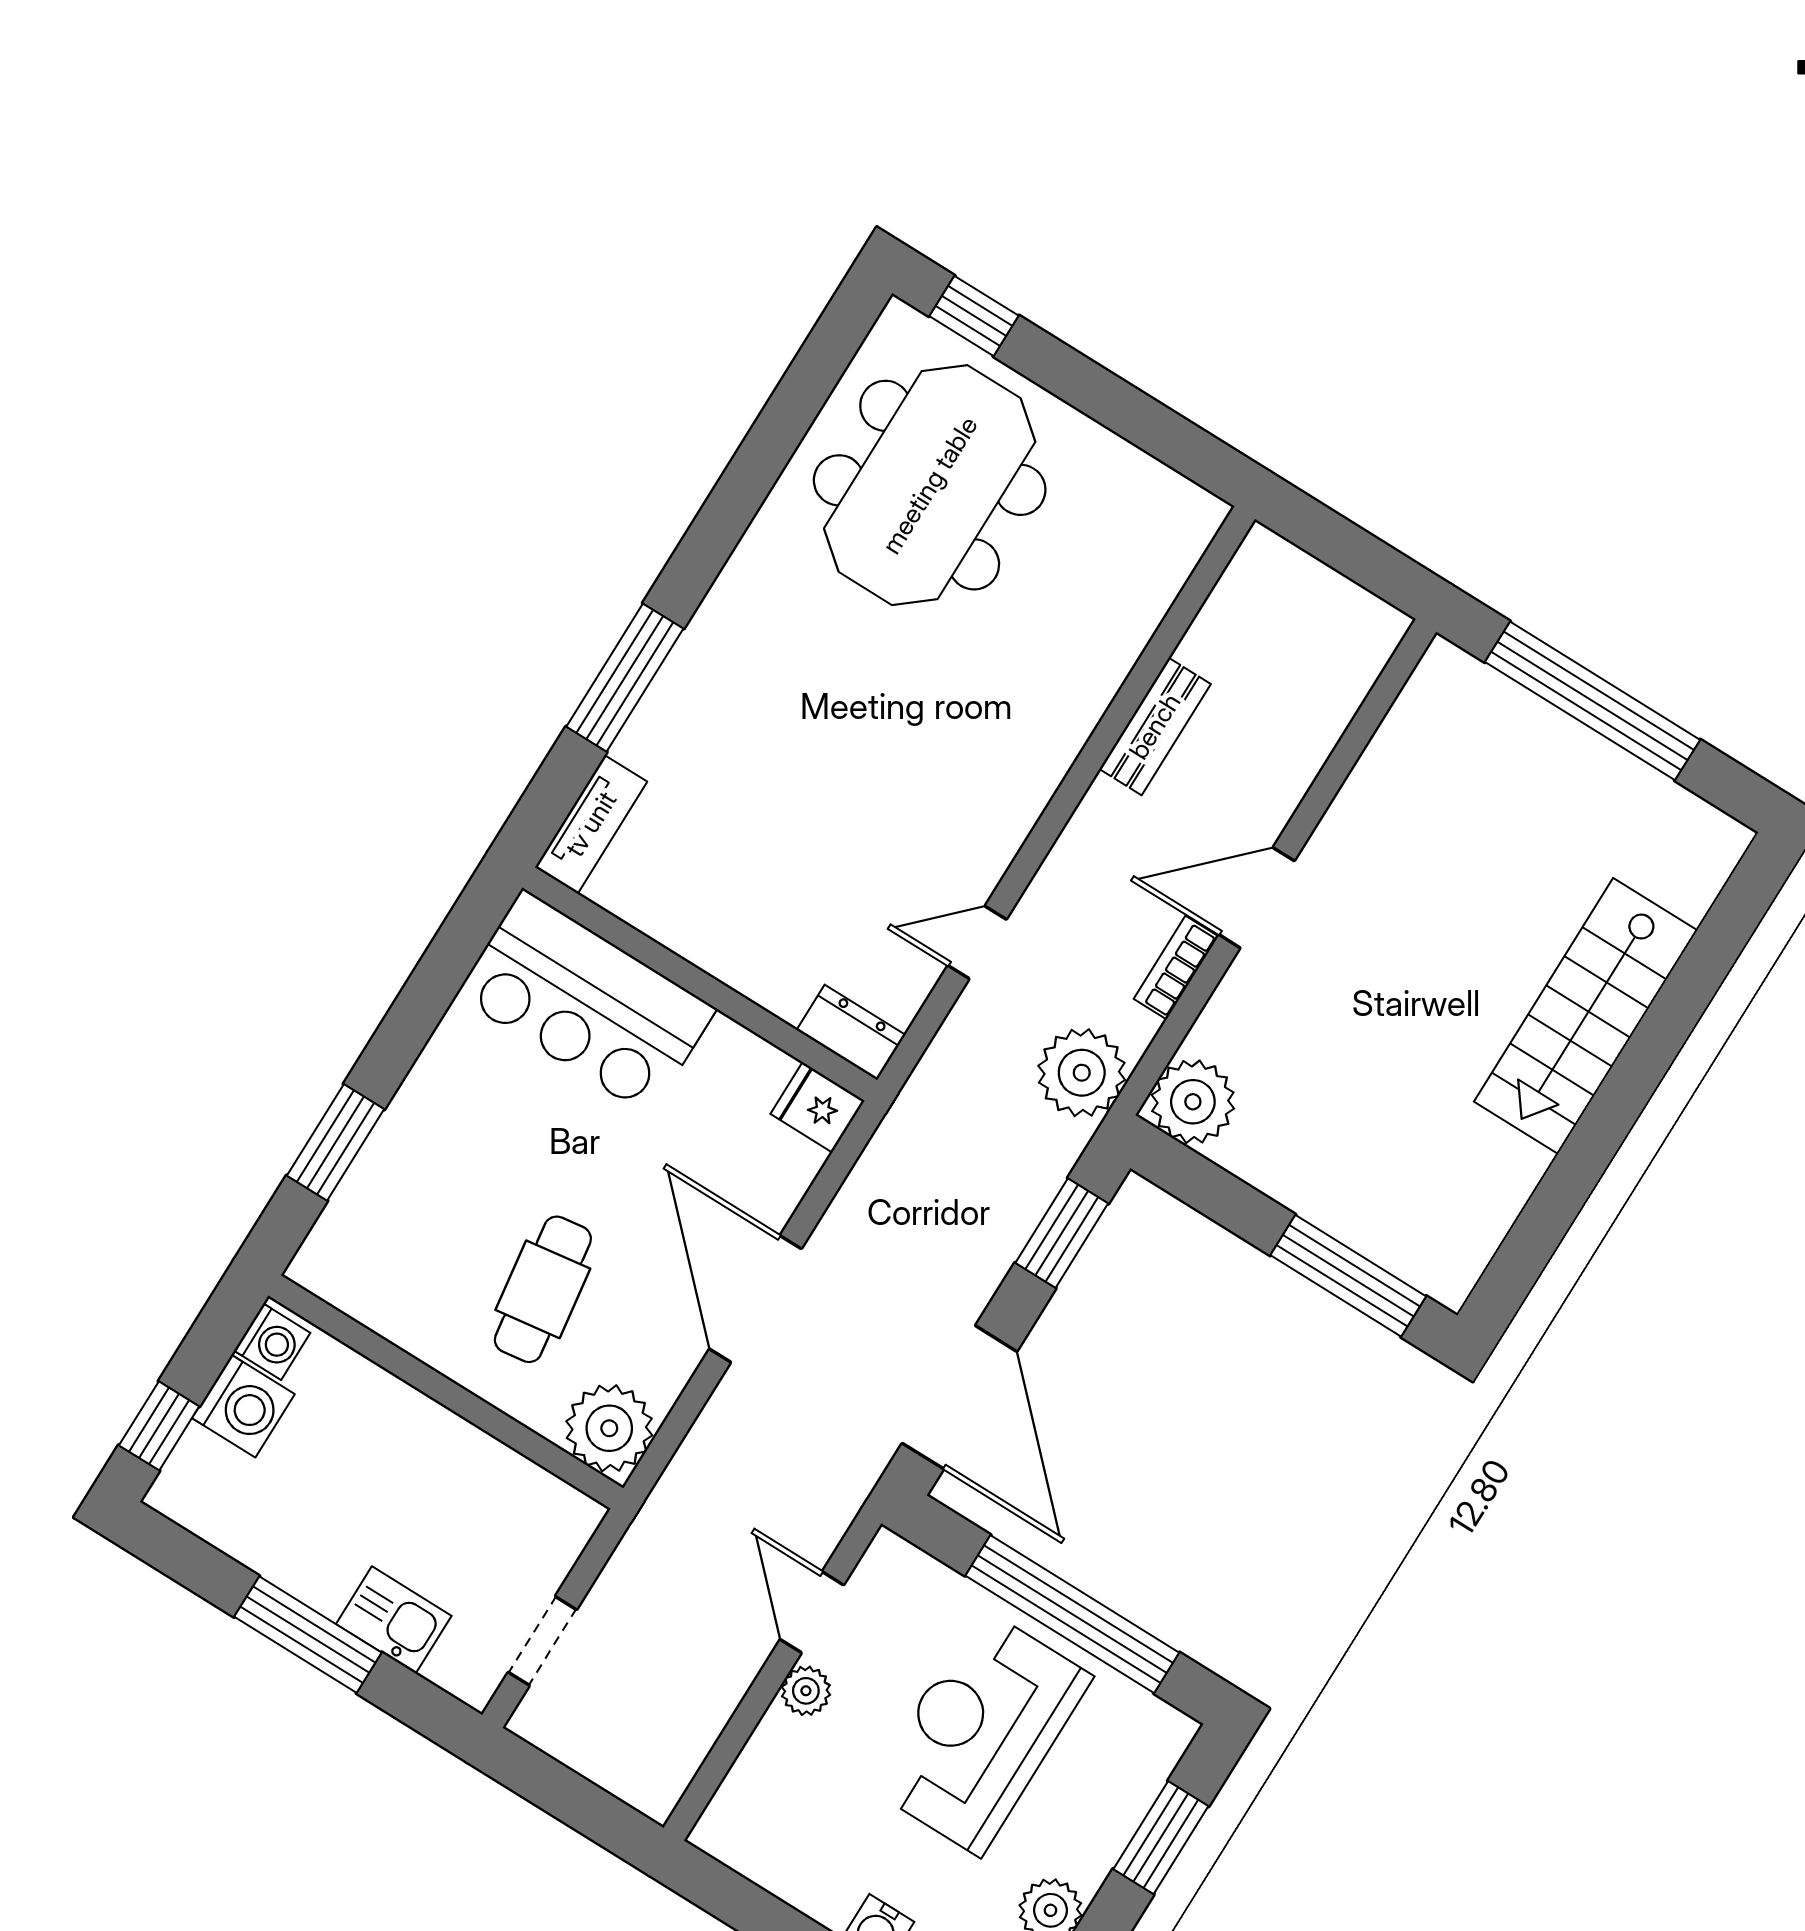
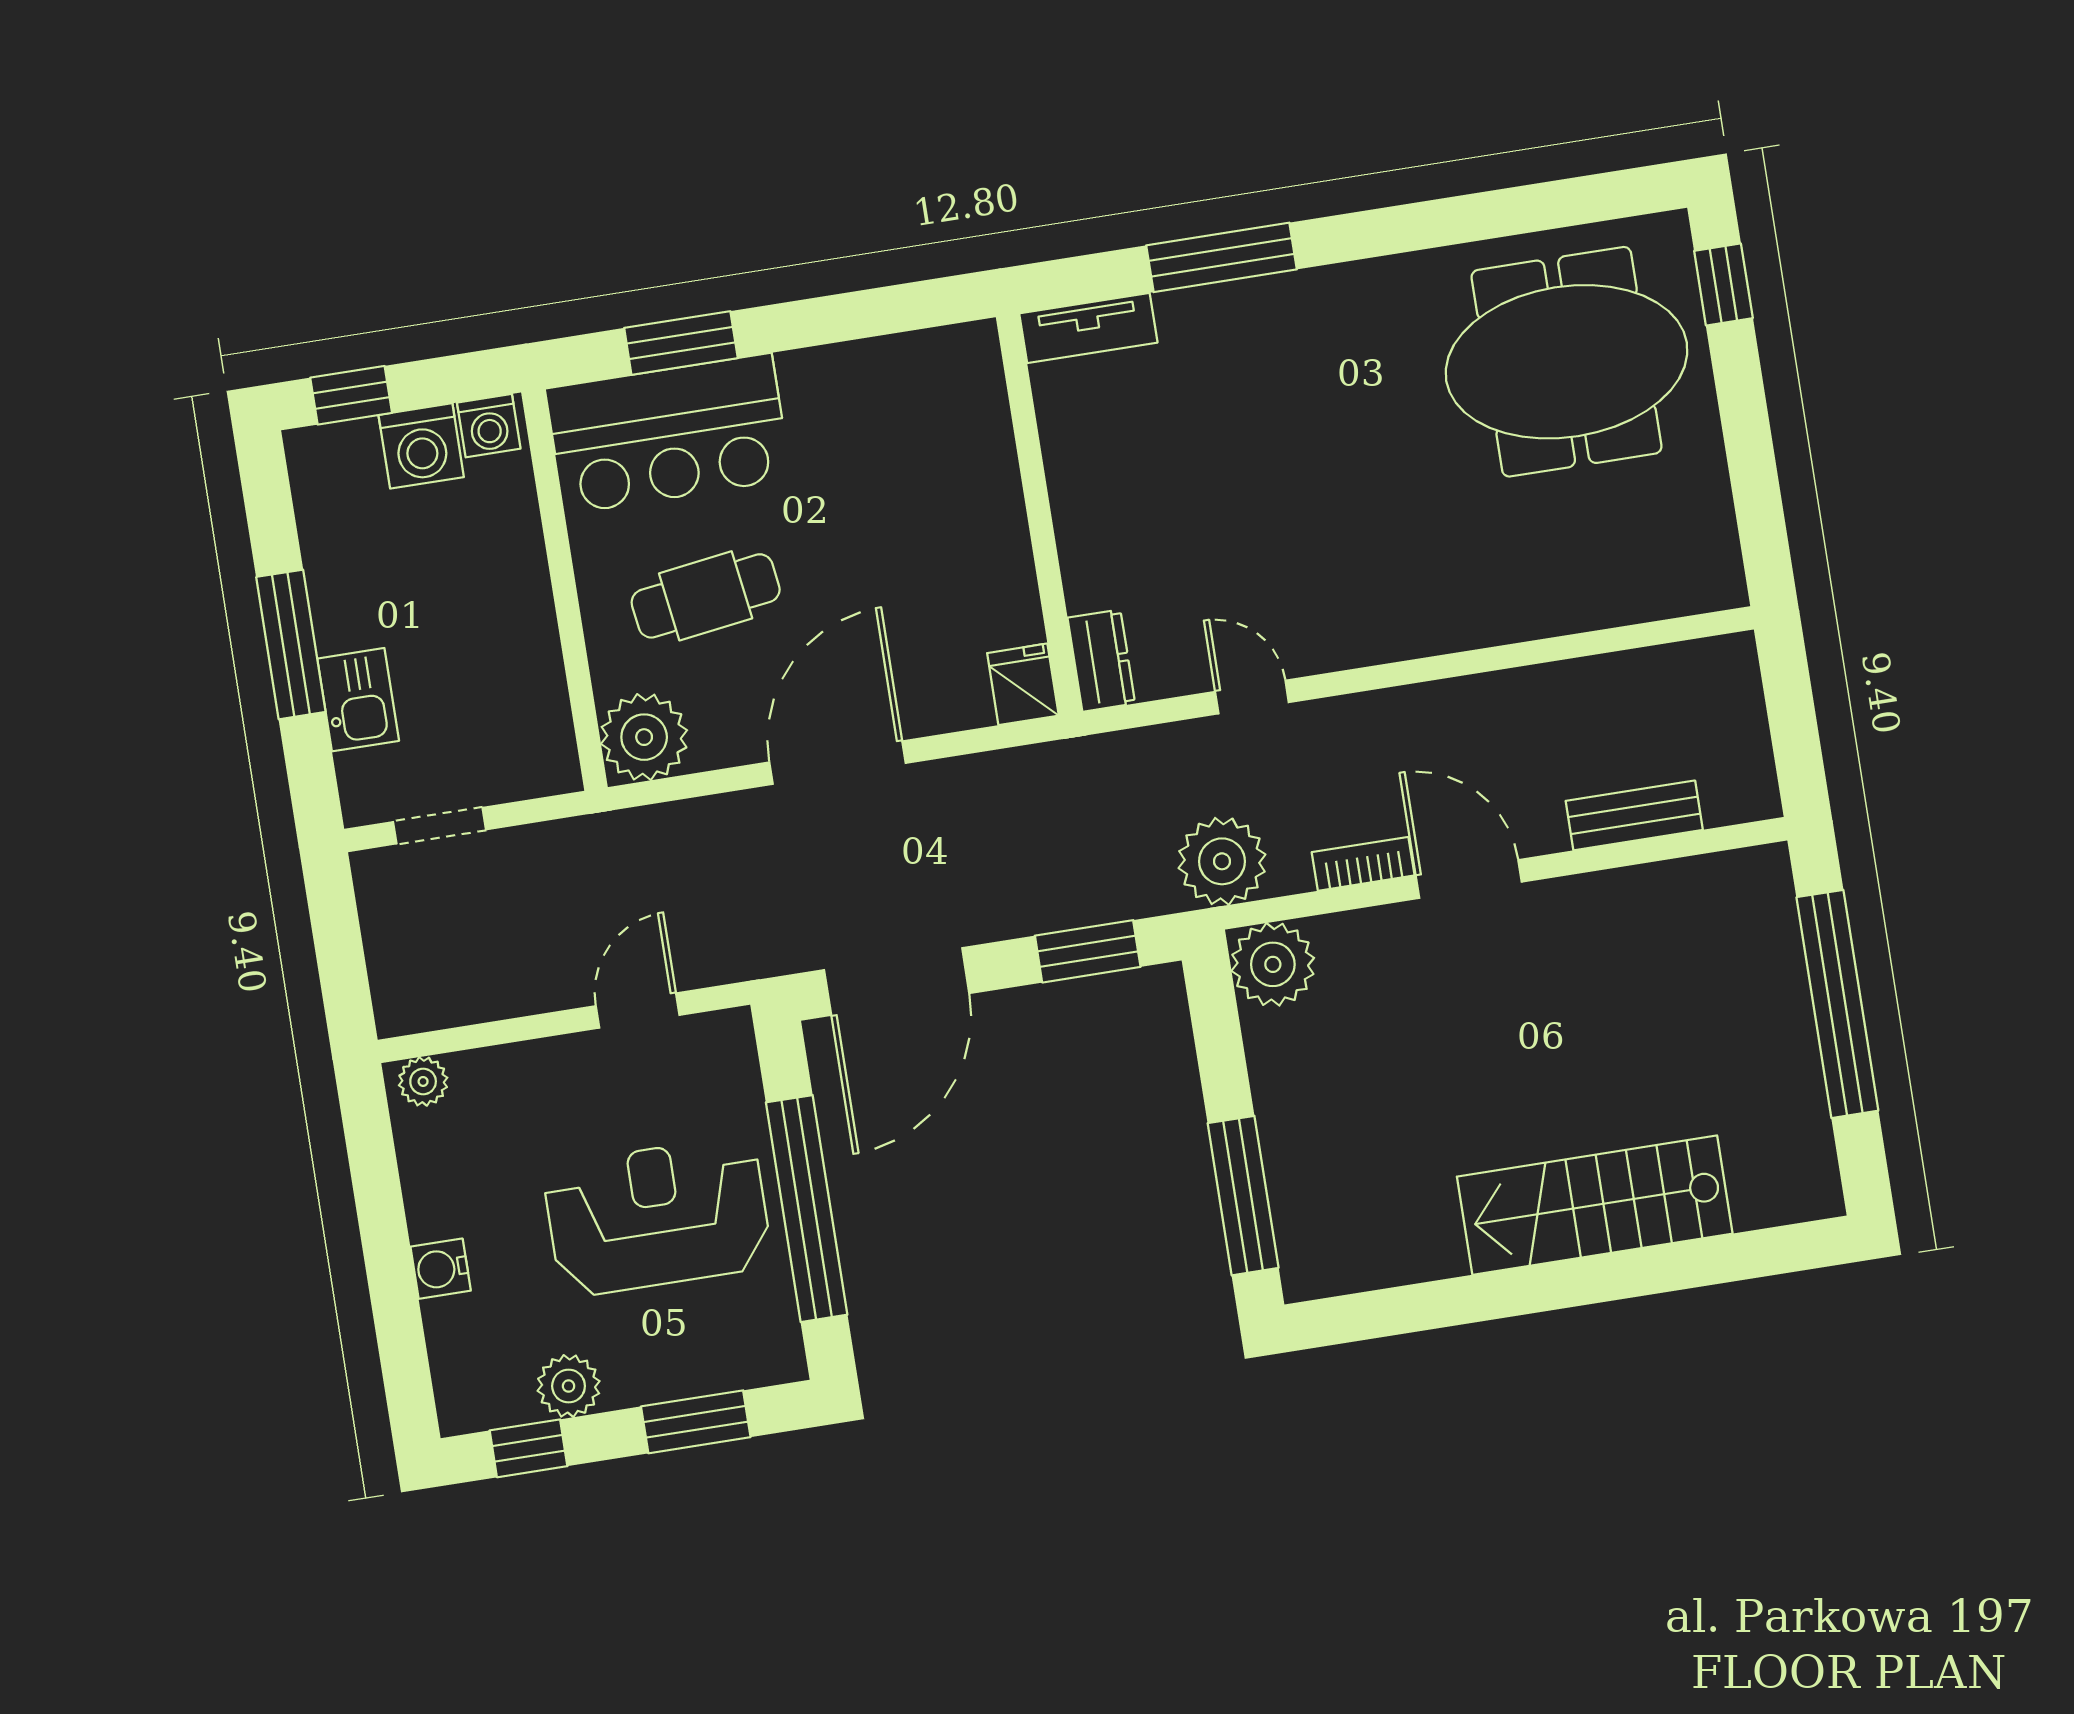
bench: (1155, 726) -> (1634, 815), moved
bar counter: (586, 1002) -> (668, 434), moved, turned -90
plant: (806, 1691) -> (423, 1081), moved

